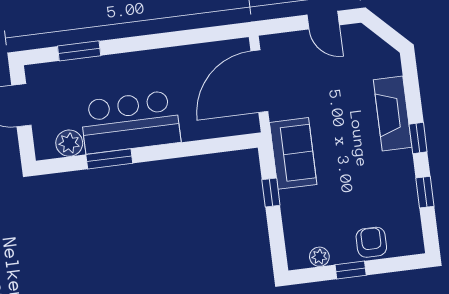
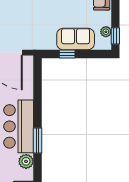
sofa: (293, 153) -> (76, 39), moved
window: (351, 270) -> (115, 36), moved

